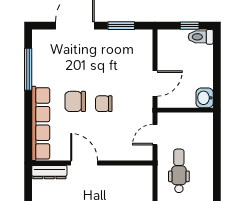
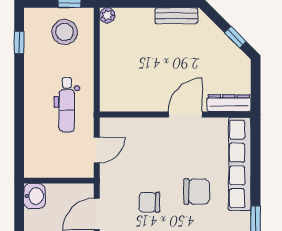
chair: (104, 104) -> (149, 202), moved, turned 180
door: (84, 163) -> (185, 114), swing flipped

